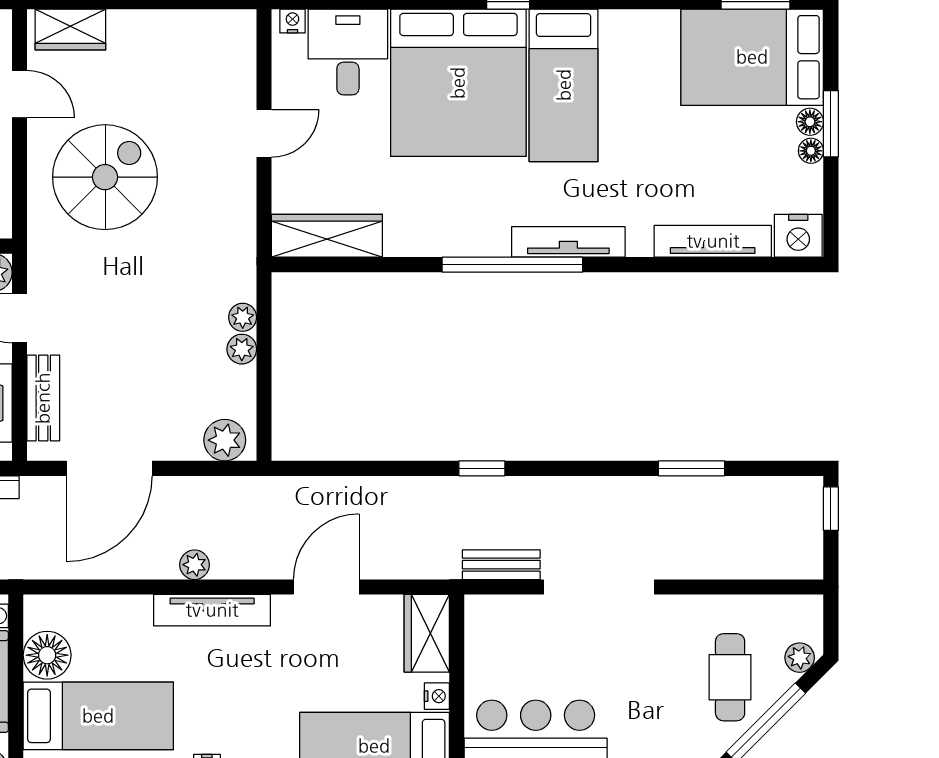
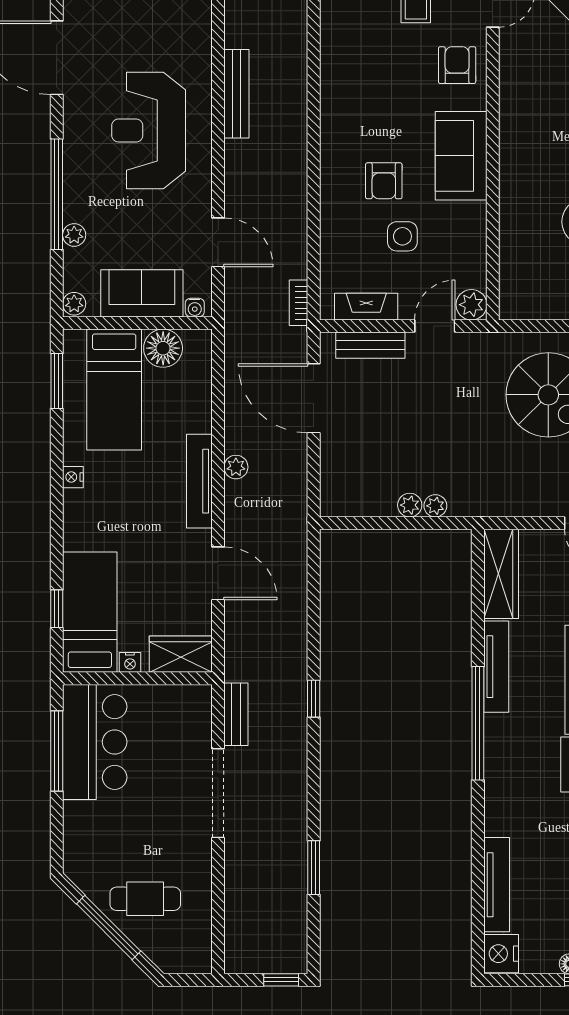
tv unit: (568, 242) -> (496, 667), moved
plant: (225, 440) -> (336, 491), removed
plant: (800, 658) -> (161, 955), removed

